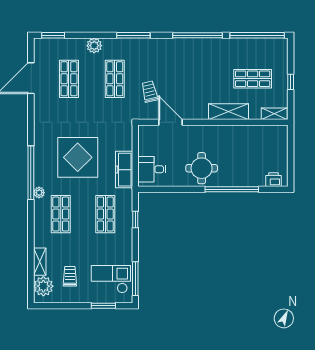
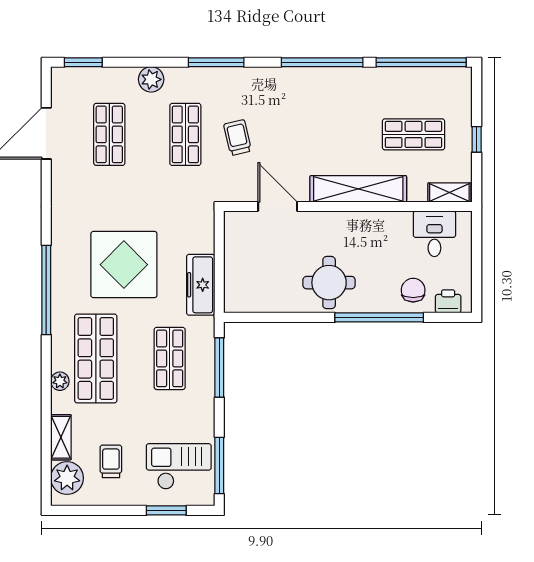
trolley: (150, 92) -> (238, 138), moved
shelving: (229, 112) -> (358, 189), width x1.47
desk: (152, 169) -> (434, 234), moved, turned 90
chair: (252, 173) -> (413, 290), added
plant: (39, 193) -> (60, 381), moved
shop shelf: (61, 214) -> (96, 358), width x1.43, depth x1.36
window: (135, 219) -> (219, 367), width x2.17

